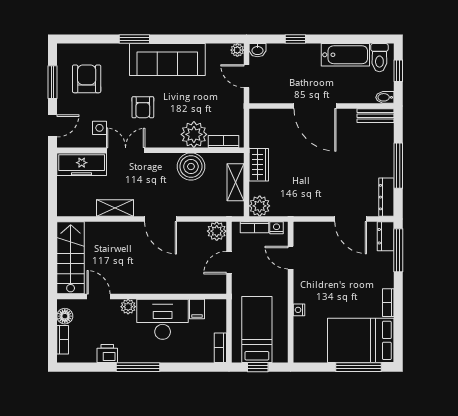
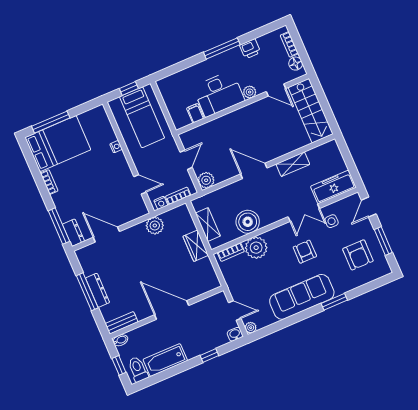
dresser: (386, 197) -> (98, 290), moved
plant: (260, 206) -> (155, 226), moved
bookcase: (220, 348) -> (164, 91), removed

